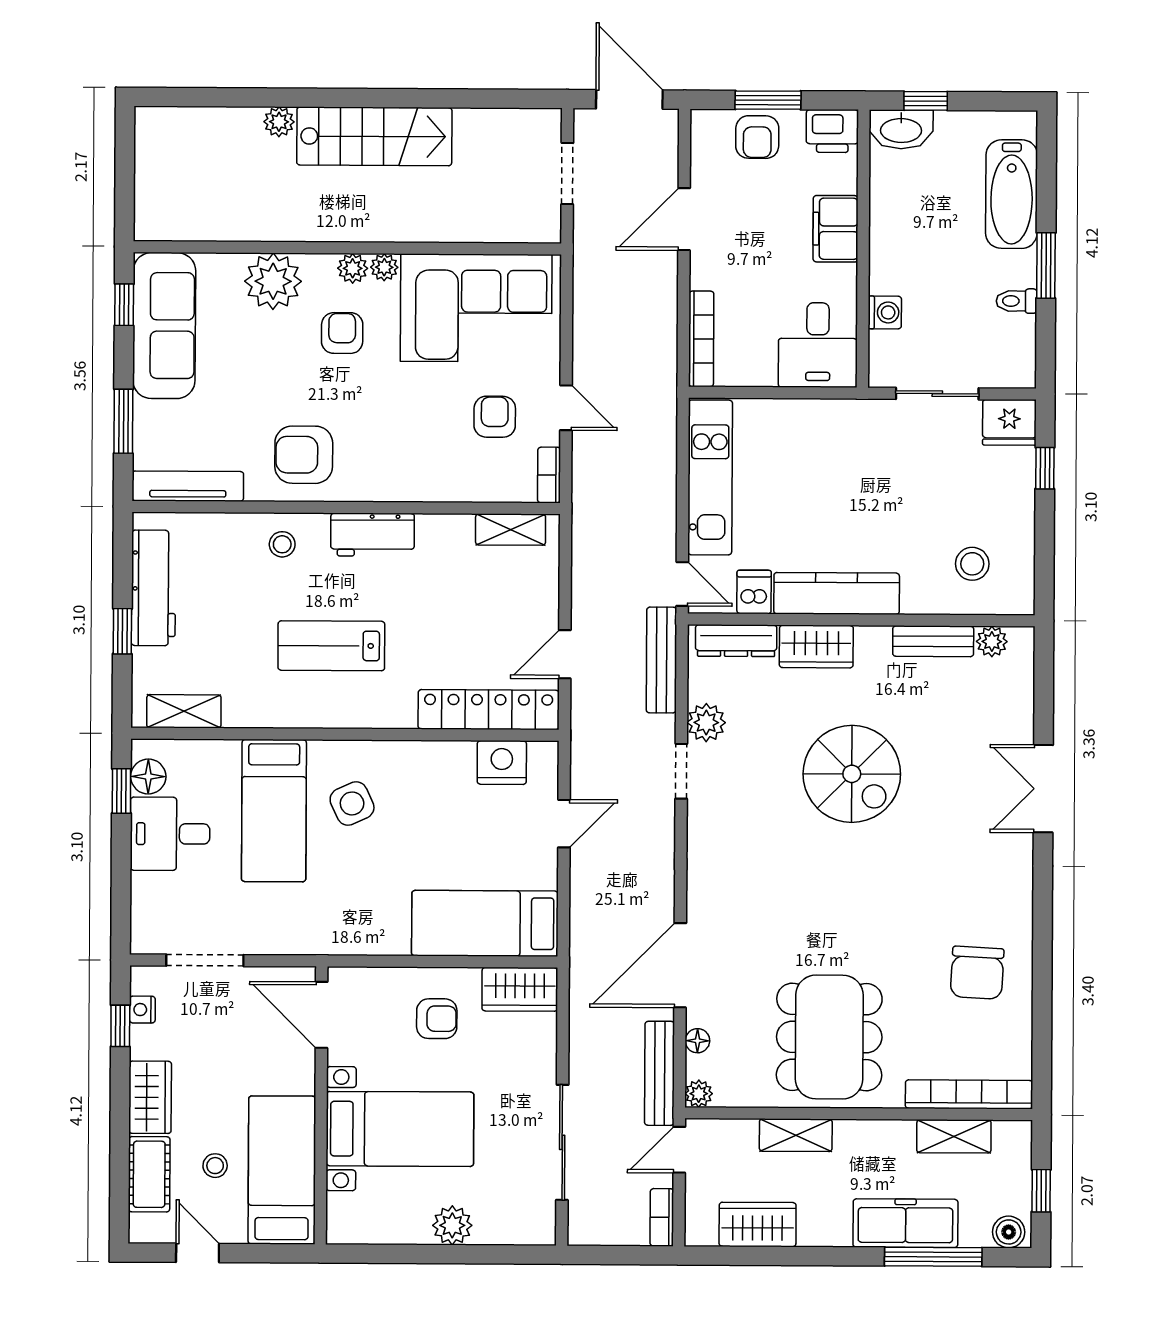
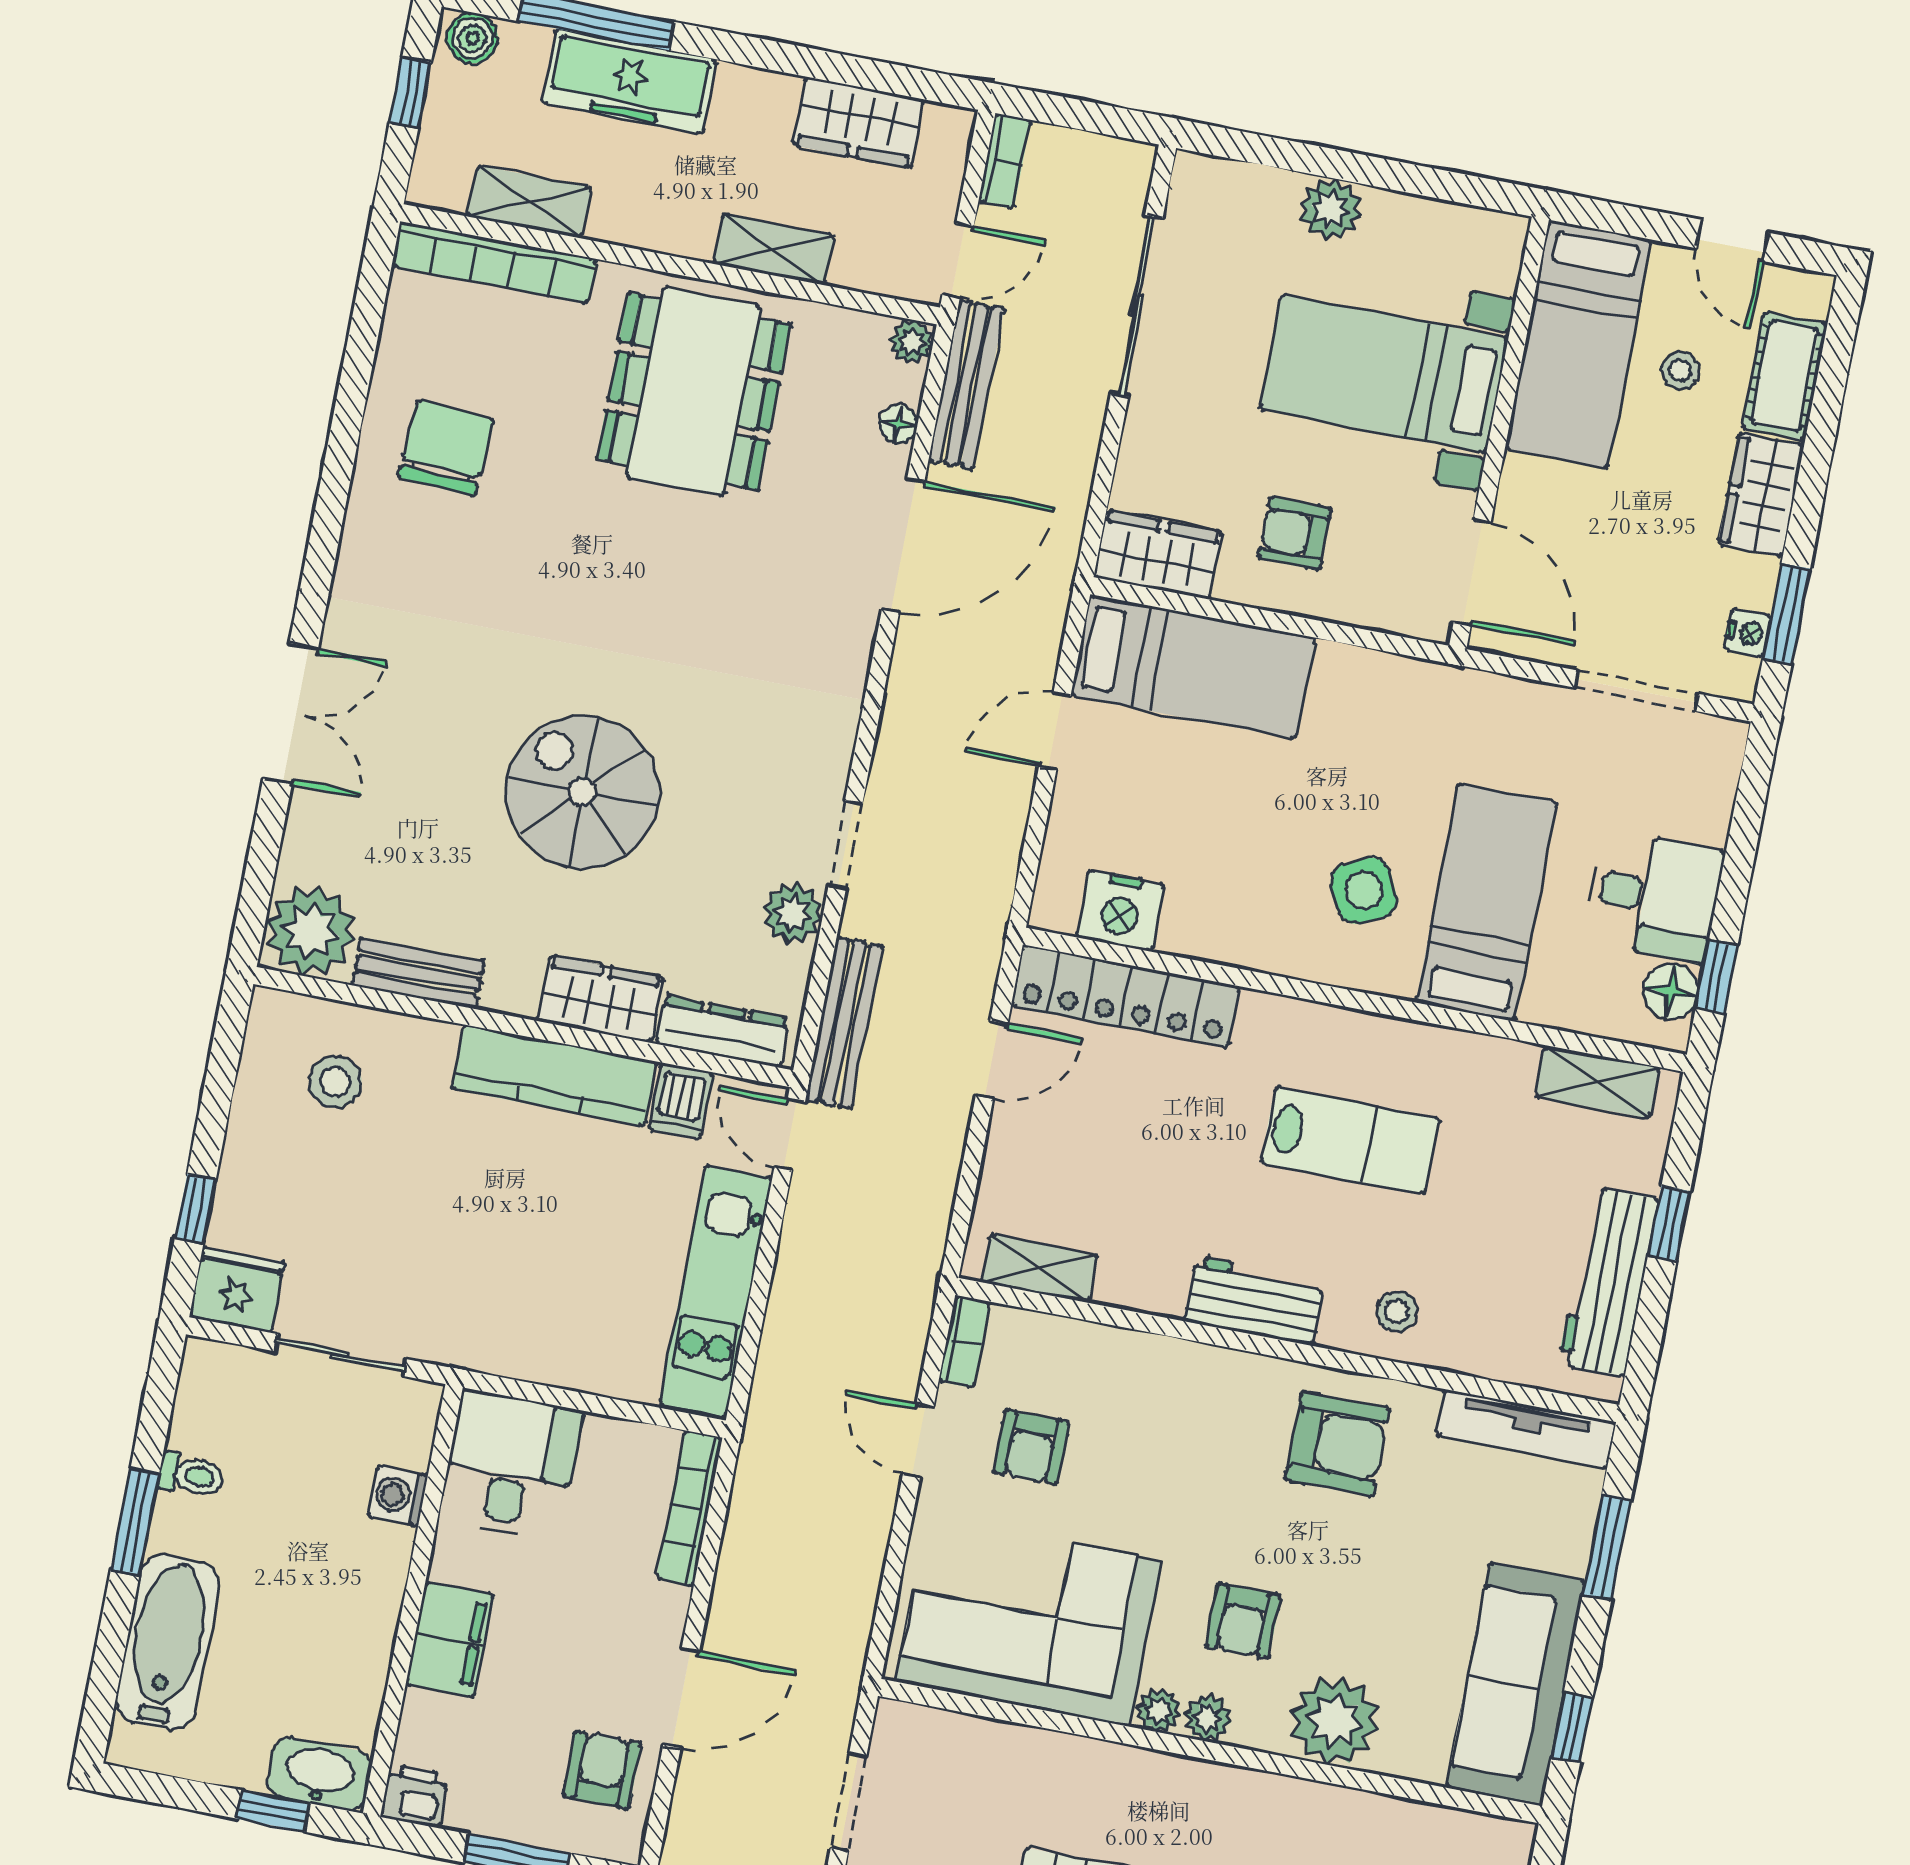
printer: (832, 131) -> (415, 1796), width x0.73, depth x0.81
armchair: (757, 137) -> (602, 1770), moved
plant: (992, 642) -> (311, 931), width x1.88, depth x1.88
door: (564, 824) -> (1055, 731), moved
window: (120, 1026) -> (1786, 614), width x1.50

